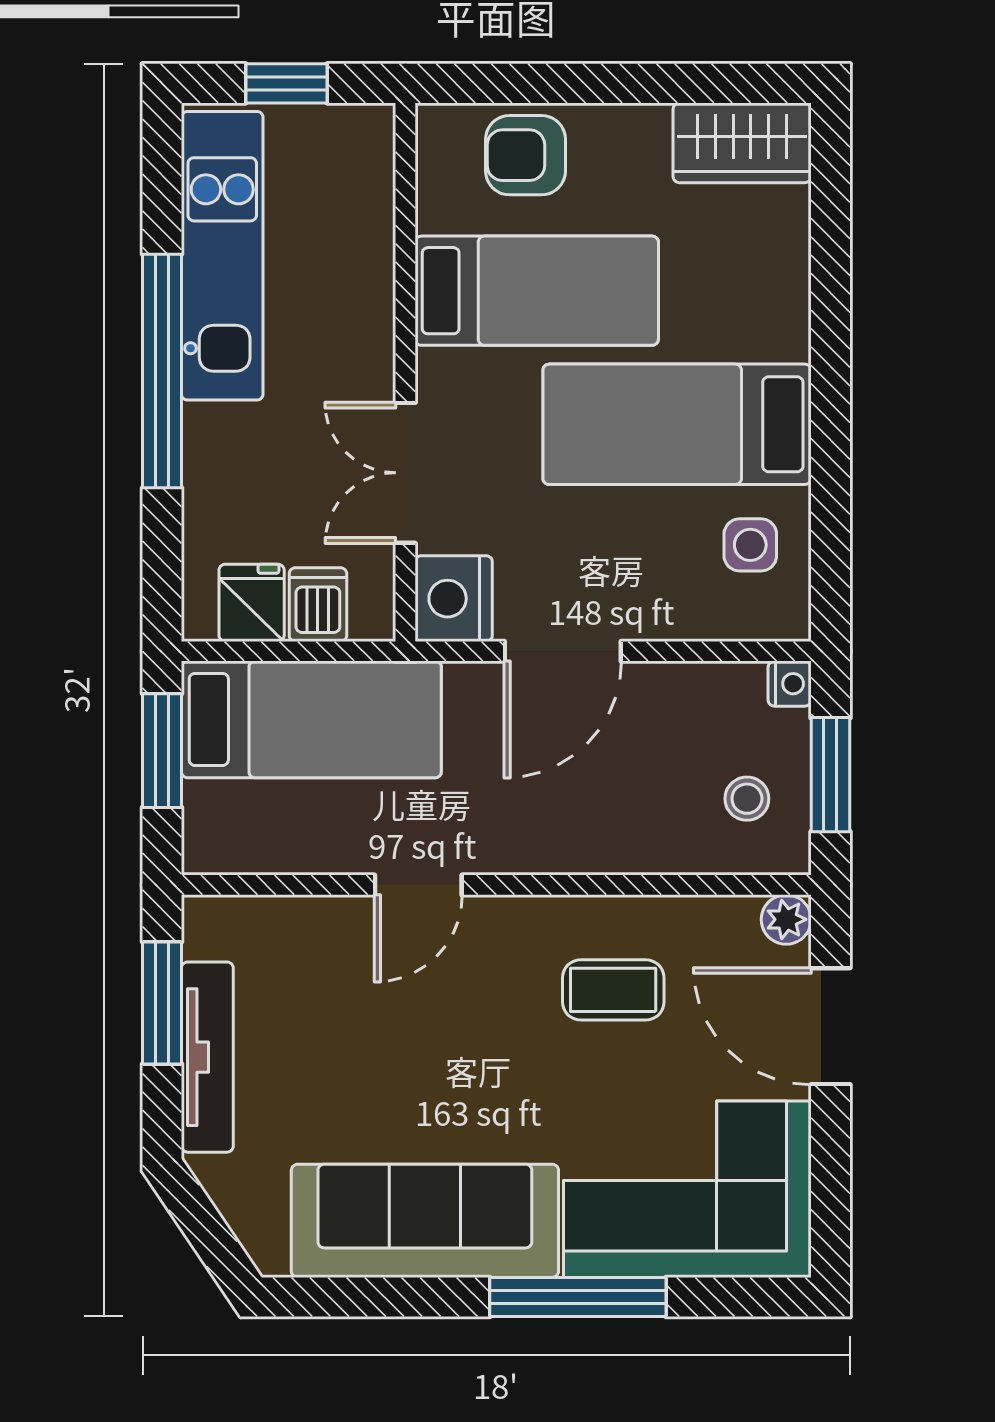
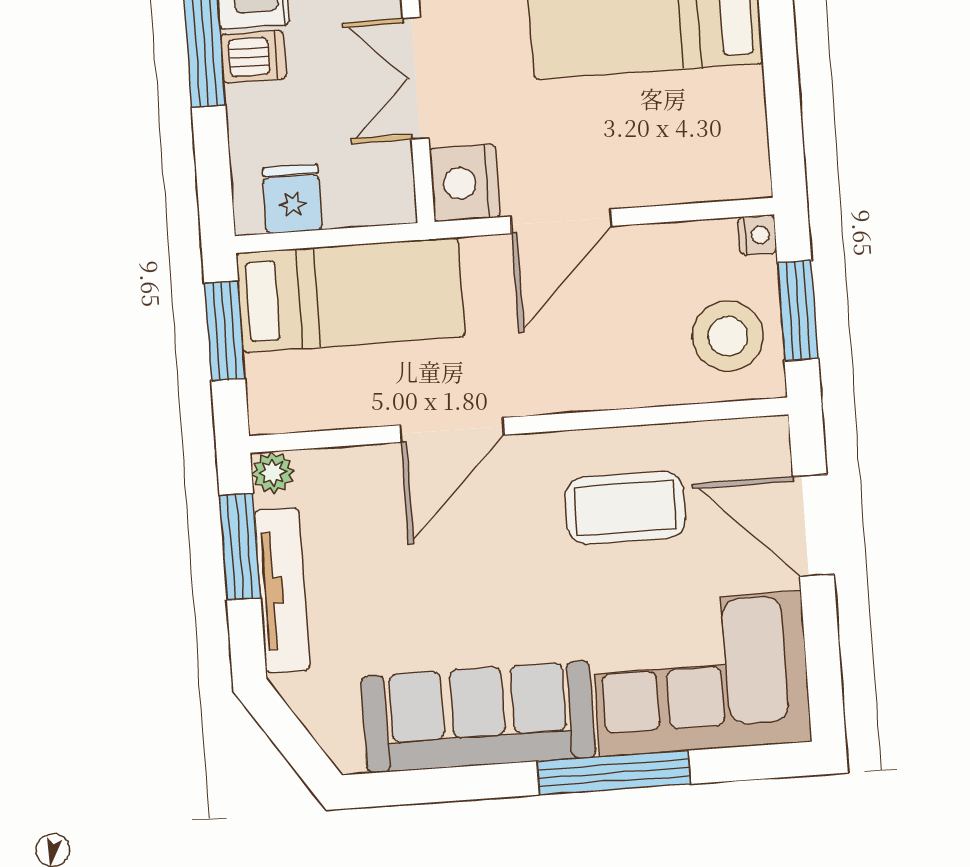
side table: (750, 545) -> (715, 119), removed
dishwasher: (318, 605) -> (253, 57), moved, turned 90
stool: (747, 799) -> (728, 336), width x1.89, depth x1.89
door: (418, 885) -> (452, 430), width x1.38
plant: (786, 919) -> (273, 473), moved
coffee table: (613, 990) -> (625, 508), width x1.36, depth x1.30

